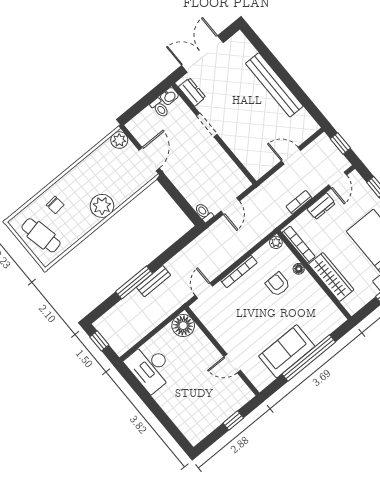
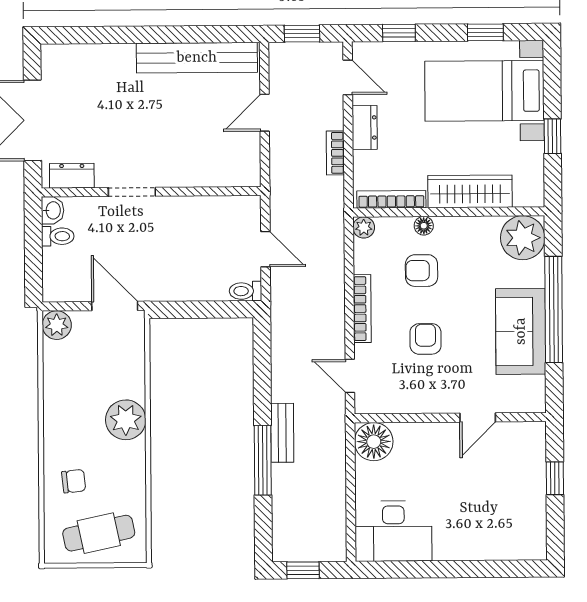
bench: (274, 85) -> (197, 58), moved
armchair: (248, 311) -> (425, 339), added
plant: (330, 318) -> (523, 238), added

